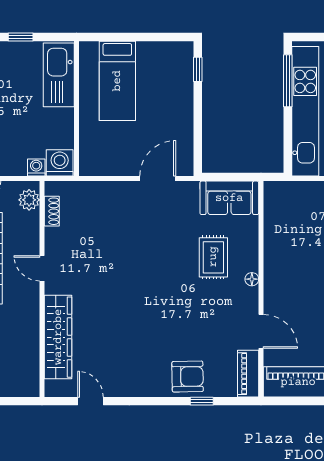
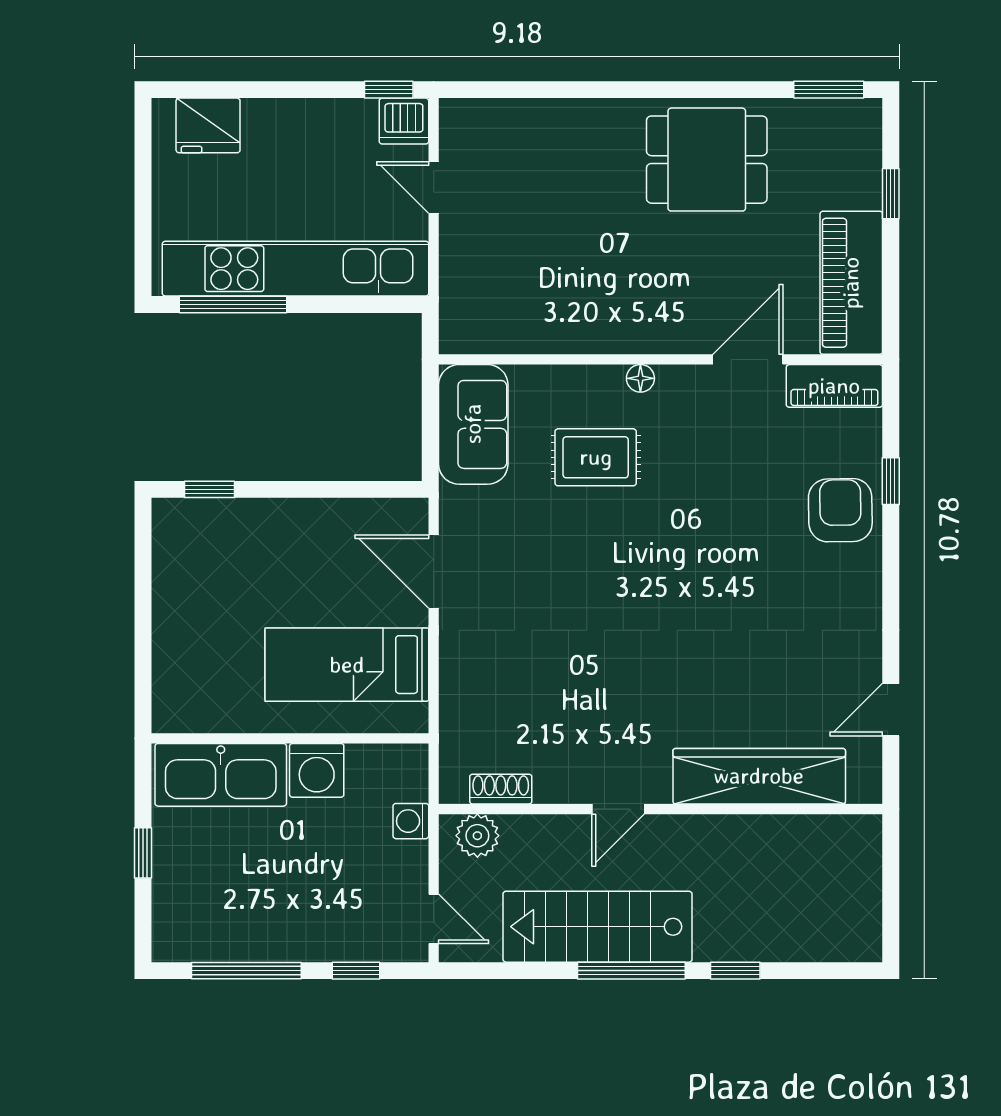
bed: (117, 81) -> (347, 665), moved, turned 180
washing machine: (60, 163) -> (317, 770), moved, turned -90

